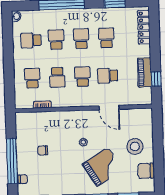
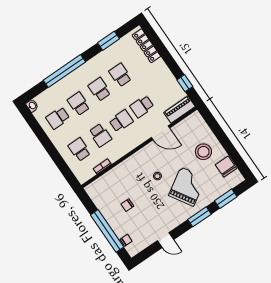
piano: (145, 72) -> (179, 110), moved, turned 90
school desk: (82, 77) -> (121, 121), turned 90
chair: (146, 171) -> (226, 167), turned 90

